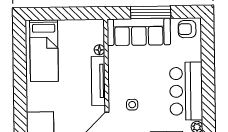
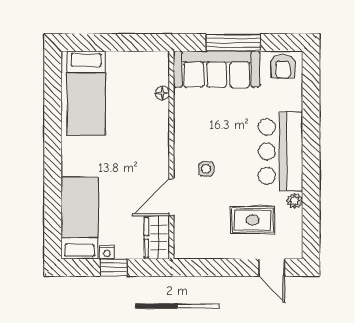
armchair: (187, 29) -> (283, 66), turned -90
tv unit: (98, 81) -> (160, 136), removed

